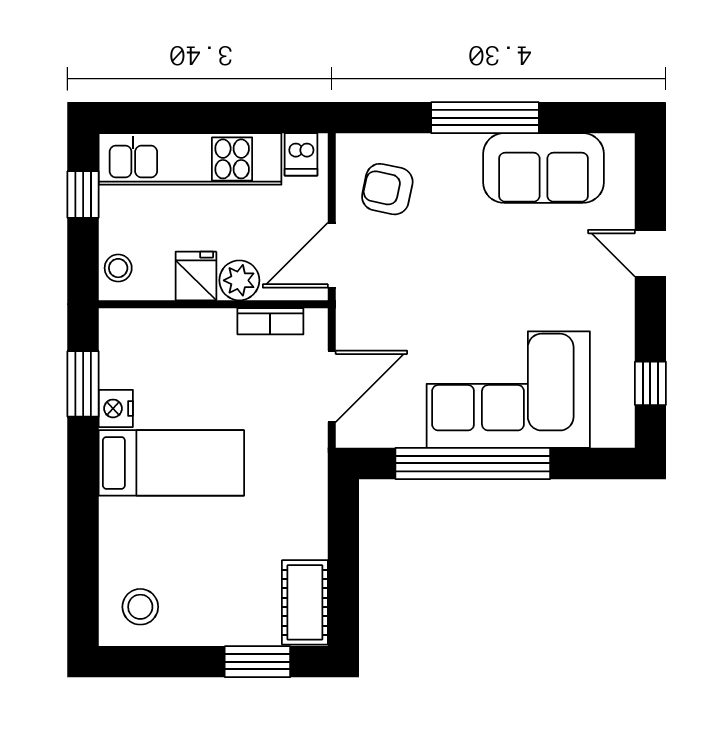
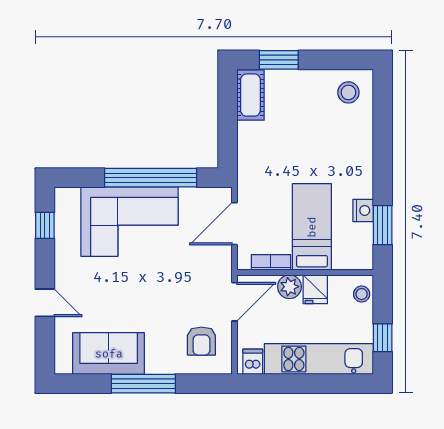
armchair: (387, 189) -> (201, 341), turned 78
bed: (171, 463) -> (312, 227), moved, turned 90

